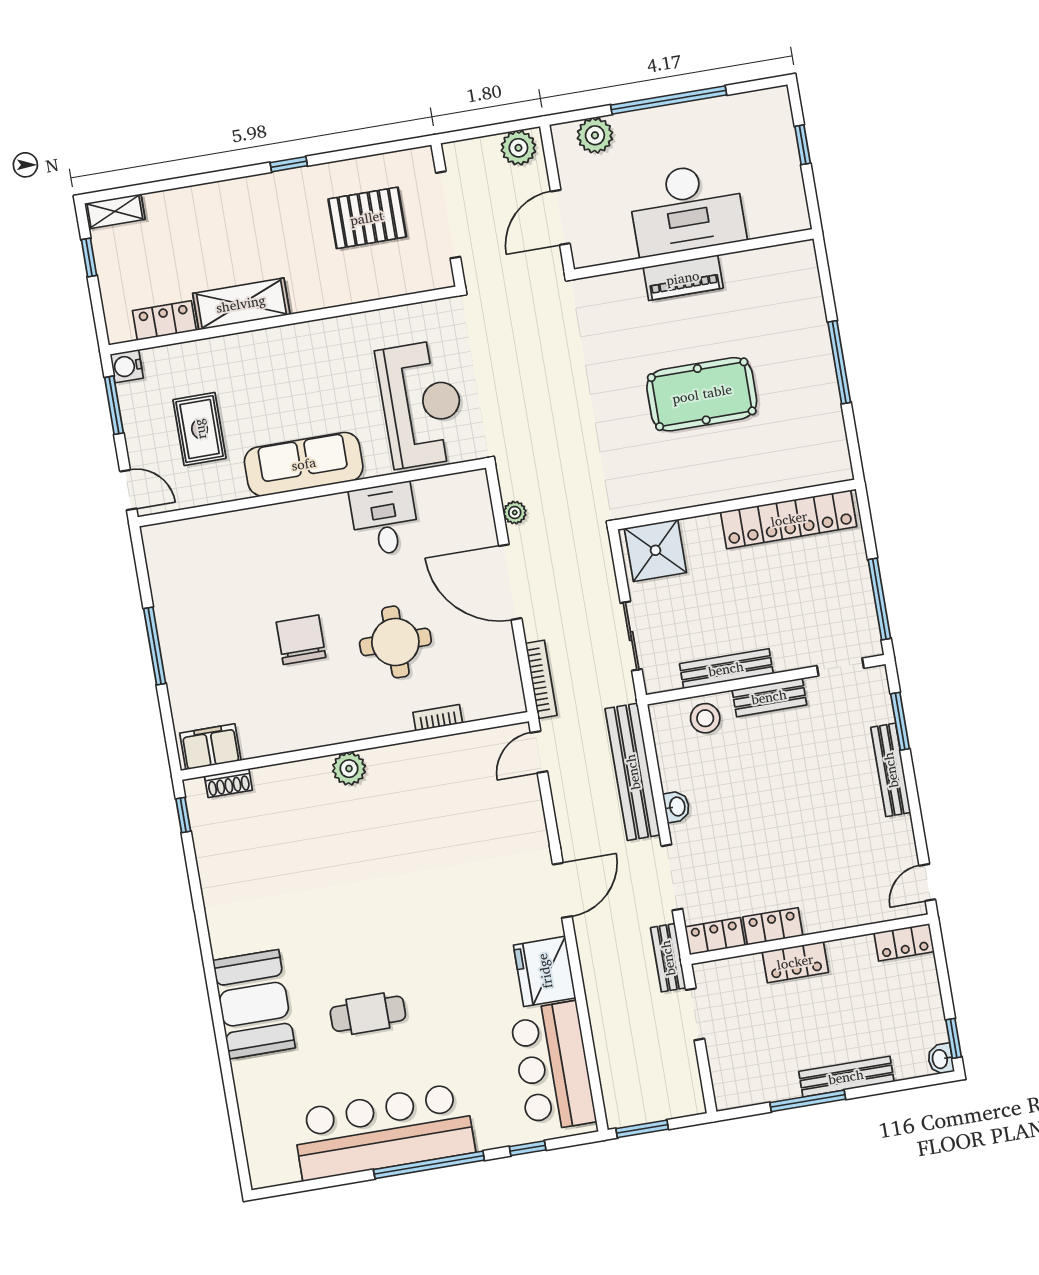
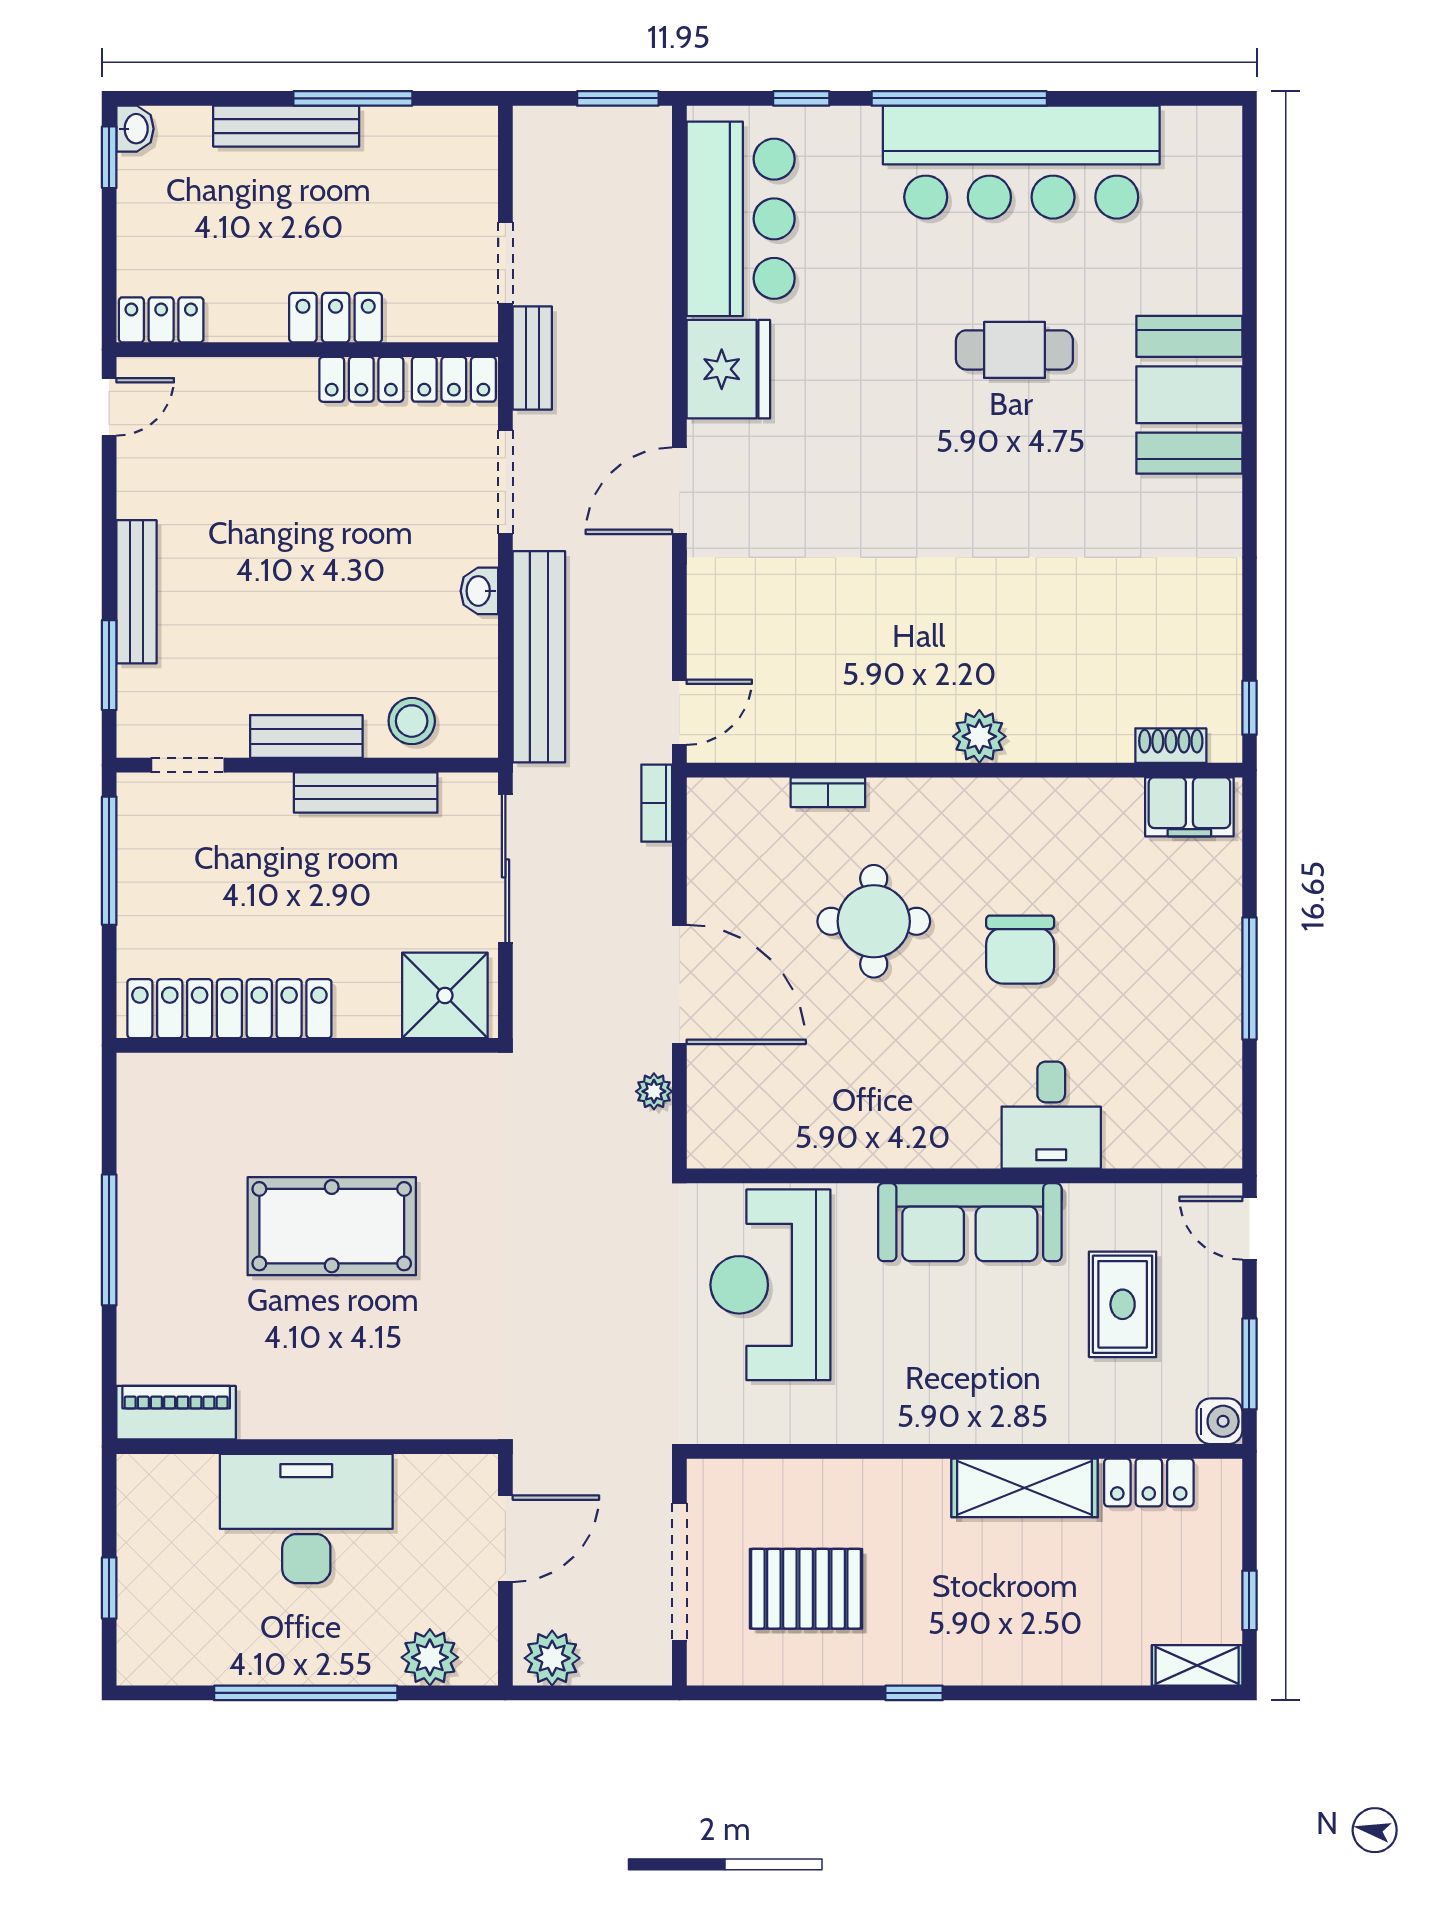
piano: (683, 278) -> (176, 1413), moved
desk: (385, 519) -> (1051, 1115), moved
sliding door: (631, 636) -> (505, 868), width x1.37
bookcase: (541, 679) -> (657, 803), width x0.64

